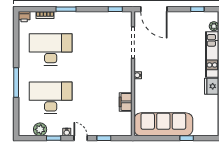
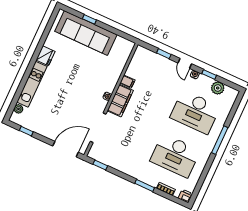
door: (154, 9) -> (66, 149), hinge flipped
filing cabinet: (124, 77) -> (120, 101), added
filing cabinet: (126, 102) -> (127, 82), width x0.50
sofa: (163, 124) -> (86, 33), moved

